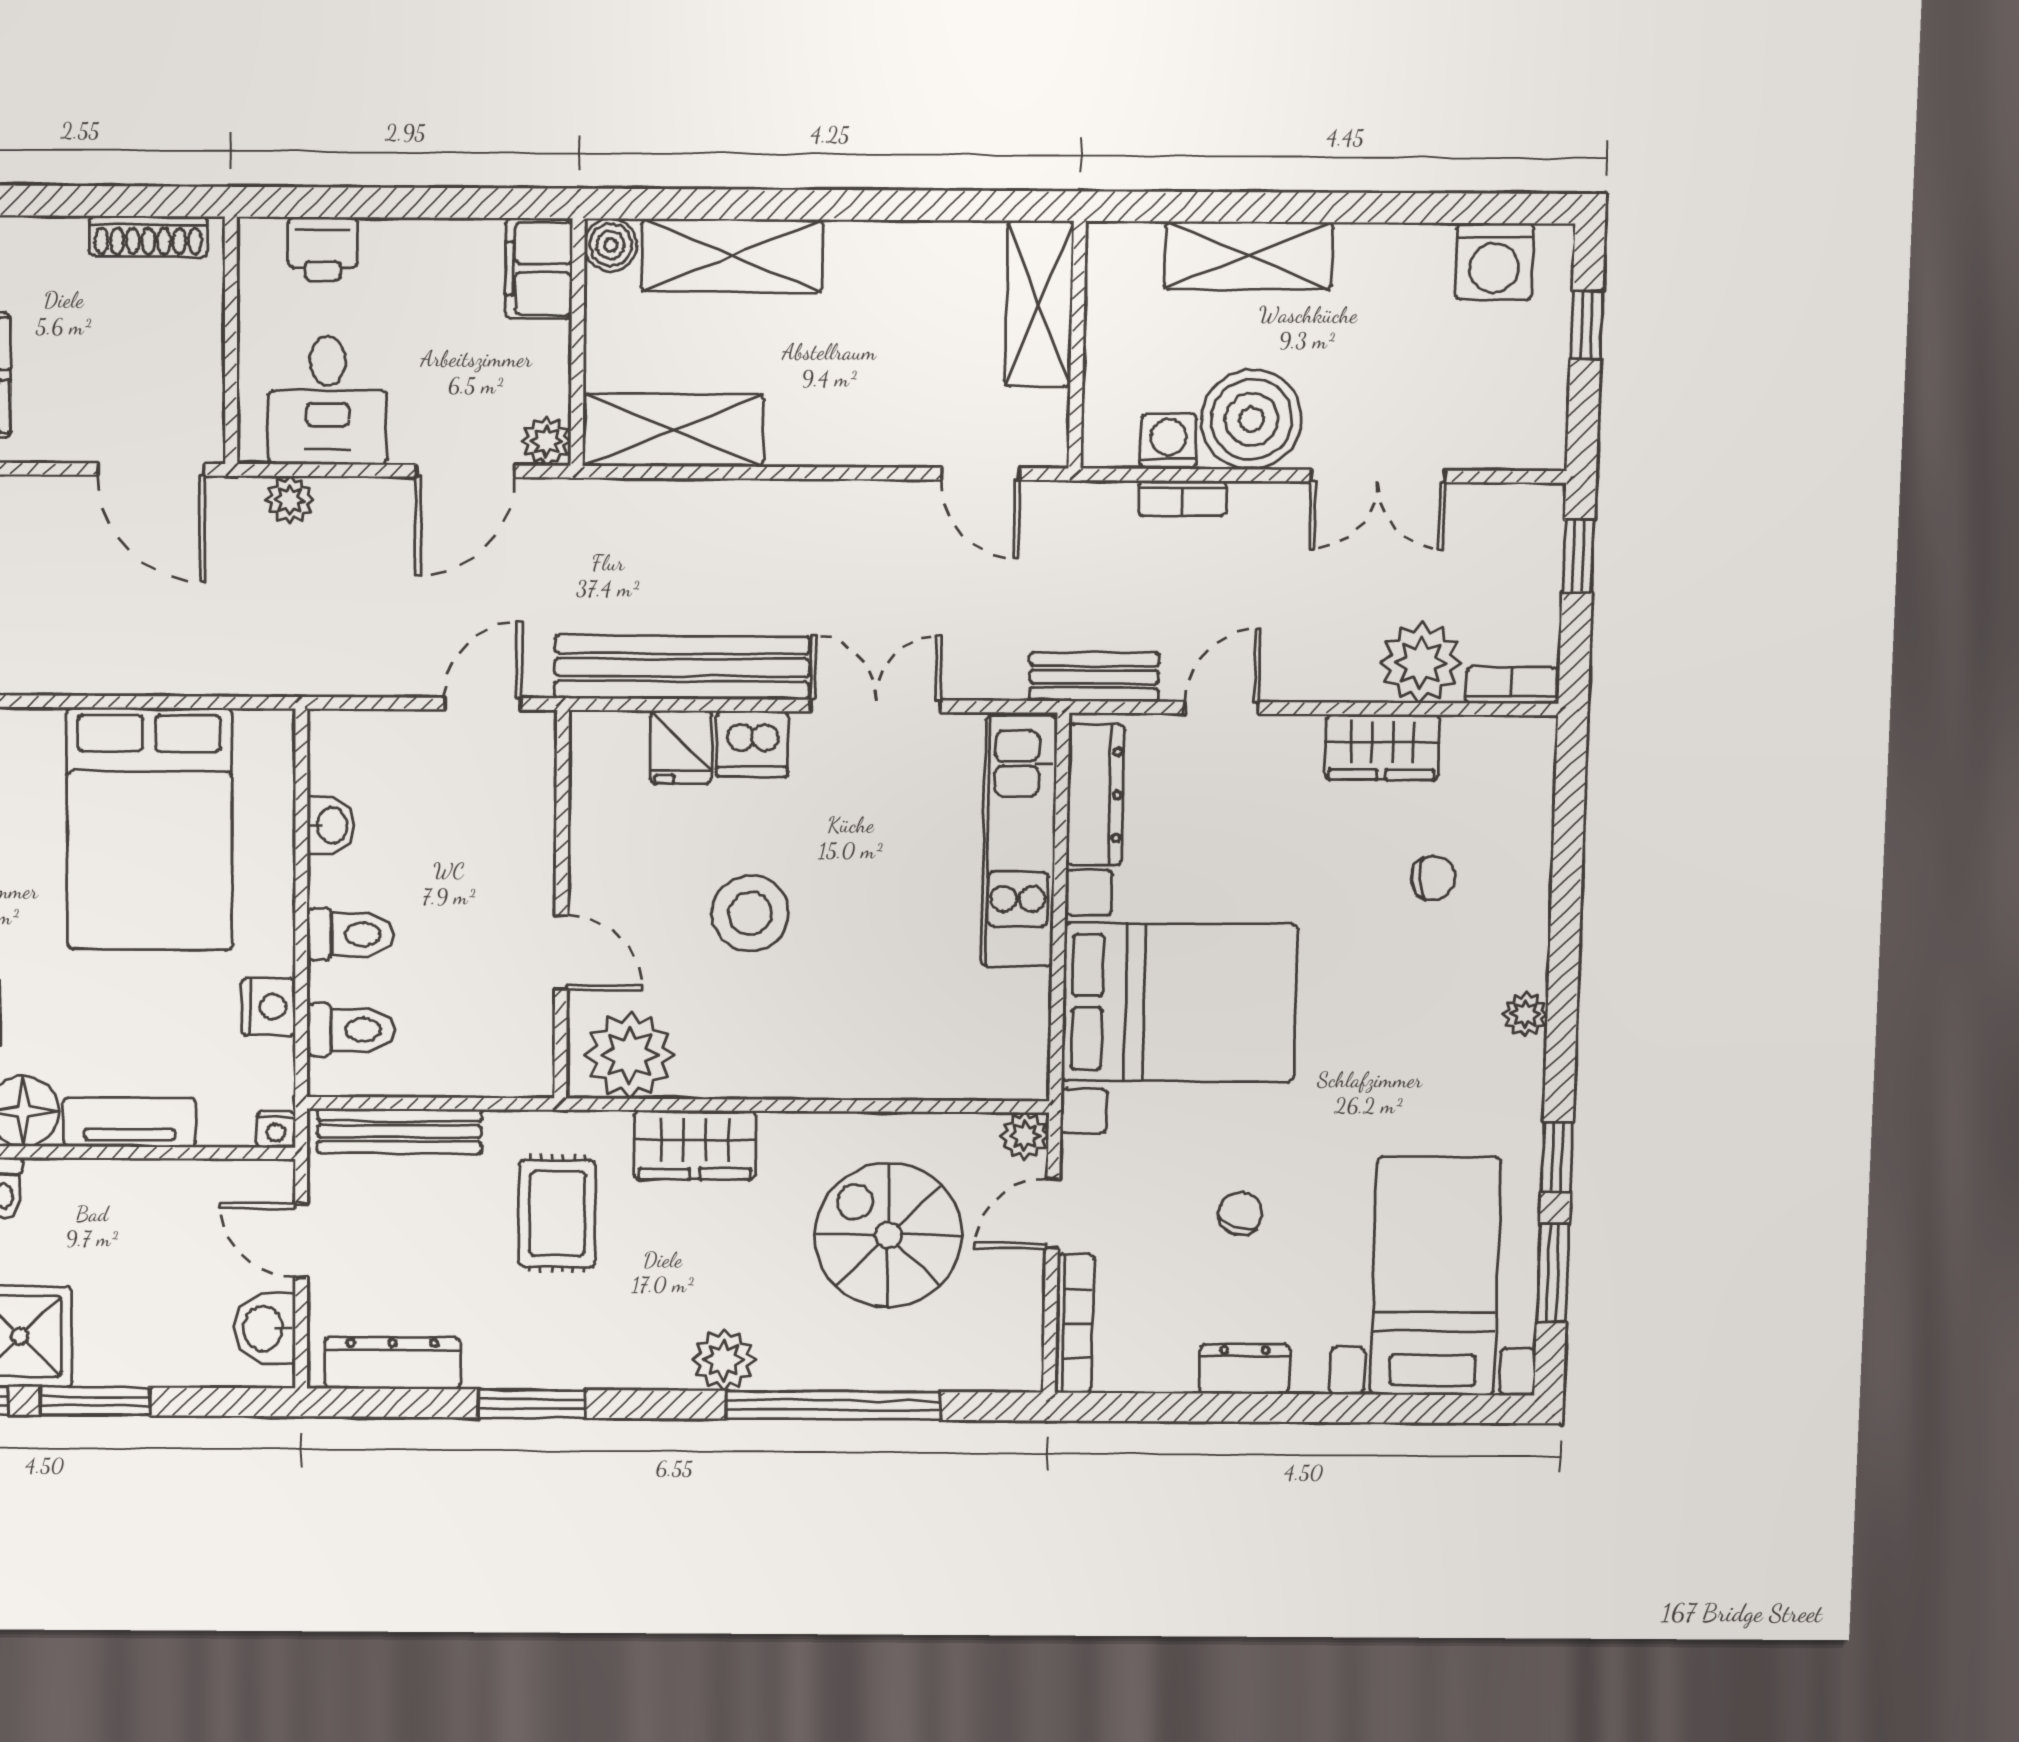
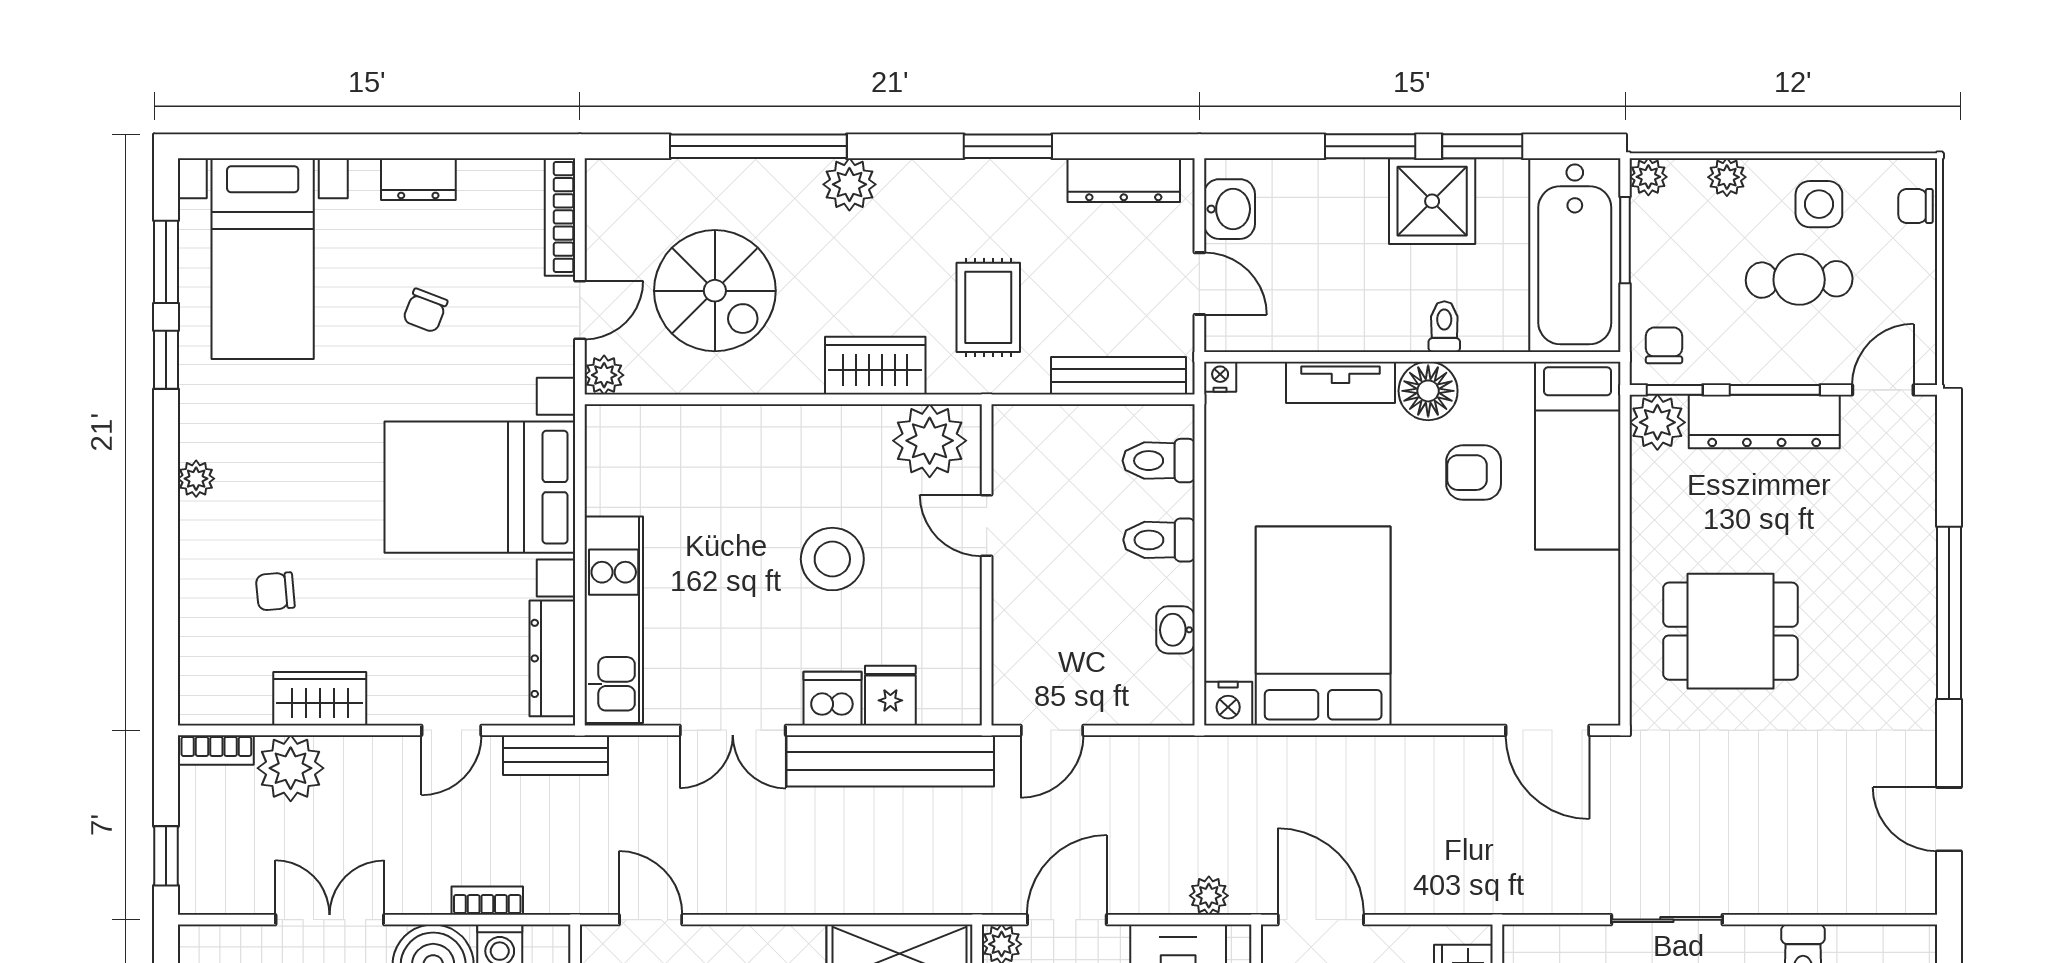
nightstand: (269, 1007) -> (1228, 704), moved, turned -90

